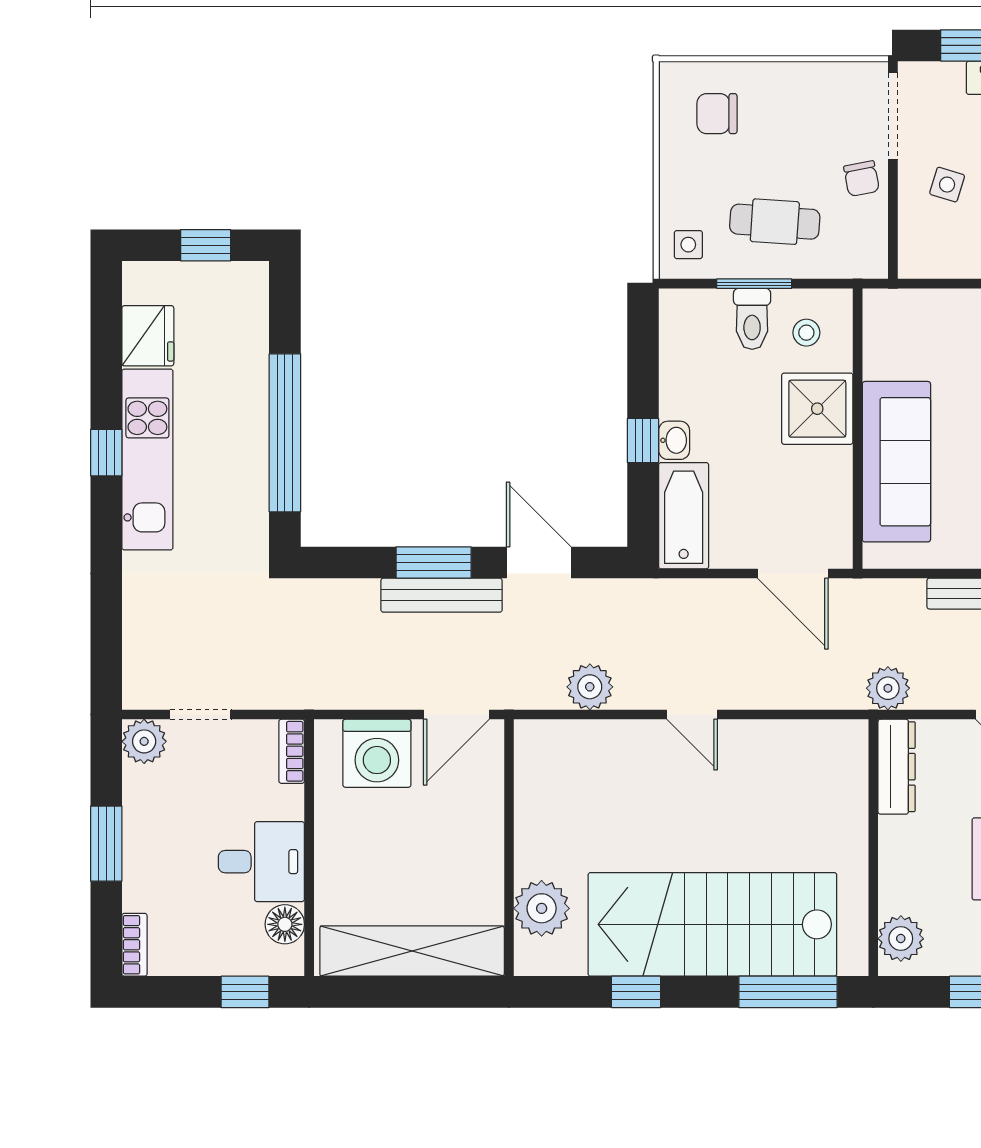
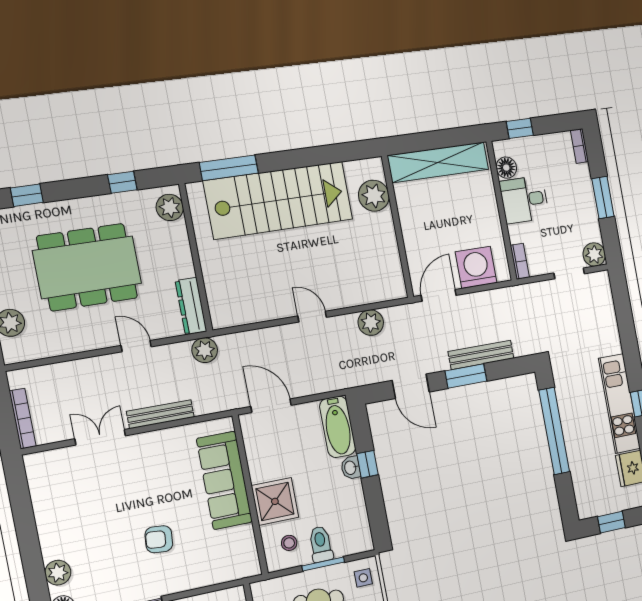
bench: (442, 595) -> (481, 355), moved
window: (636, 992) -> (314, 156), removed

